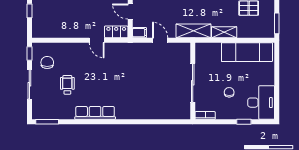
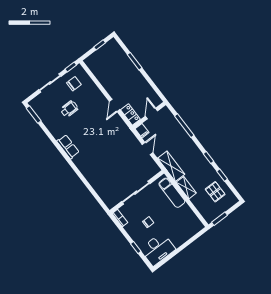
exam couch: (247, 52) -> (172, 193), moved, width x0.73, depth x0.69
row of seats: (95, 113) -> (68, 147), width x0.68

